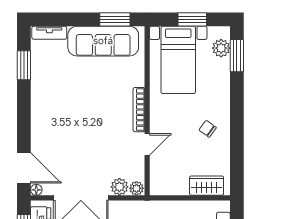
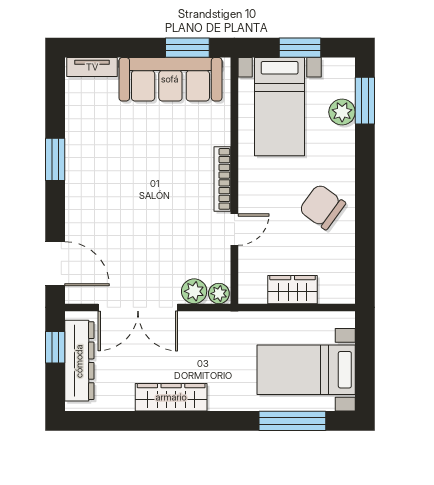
plant: (221, 48) -> (342, 112), moved
window: (24, 65) -> (55, 159), moved
chair: (208, 129) -> (322, 207), width x1.87, depth x1.87
wardrobe: (207, 186) -> (293, 290), moved
floor lamp: (36, 190) -> (73, 296), removed

